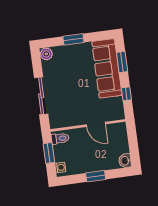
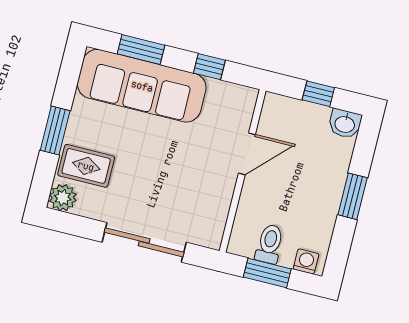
rug: (64, 58) -> (86, 166), added
toilet: (60, 138) -> (269, 244), moved
window: (133, 144) -> (318, 94), added

